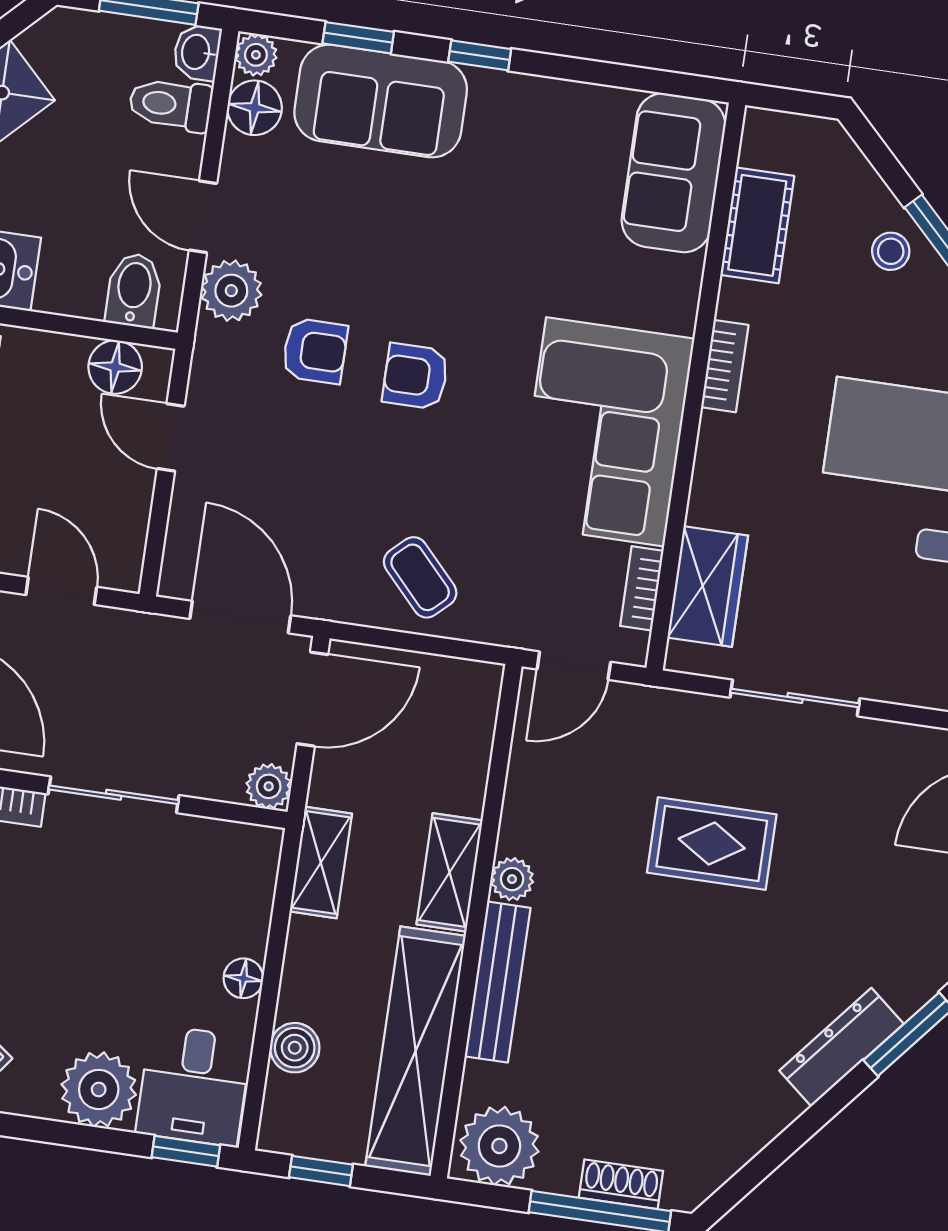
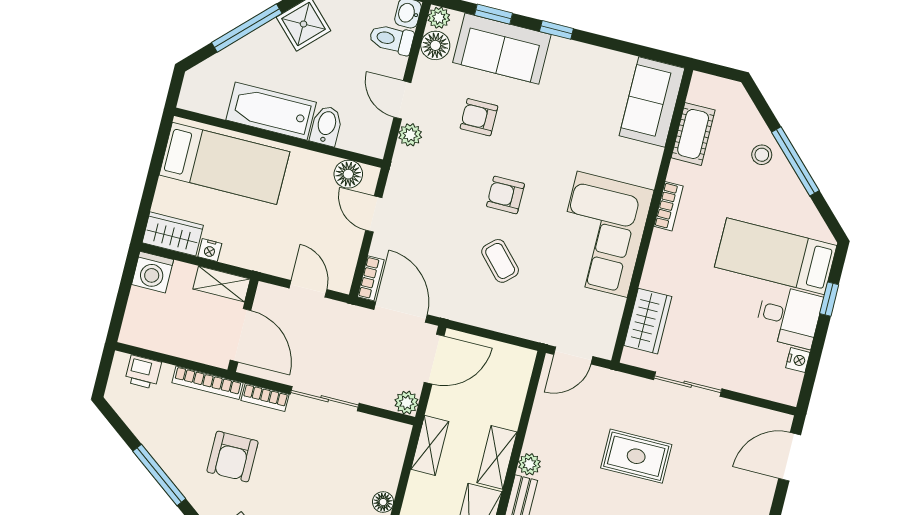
bidet: (134, 290) -> (326, 126), moved
plant: (231, 291) -> (410, 135), width x0.73, depth x0.73
armchair: (315, 351) -> (479, 117), moved, turned 180
coffee table: (420, 577) -> (500, 261), moved
bookcase: (642, 588) -> (371, 278), moved, turned 180

